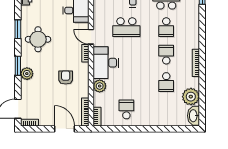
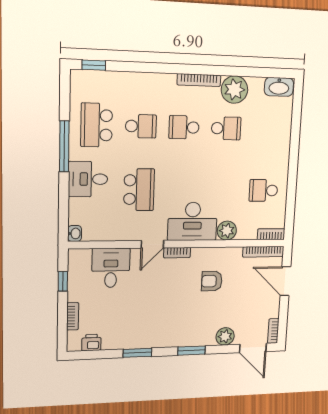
round table: (38, 39) -> (153, 323), removed
plant: (27, 74) -> (225, 336), moved
plant: (191, 97) -> (234, 90), moved
door: (65, 129) -> (285, 281), hinge flipped

